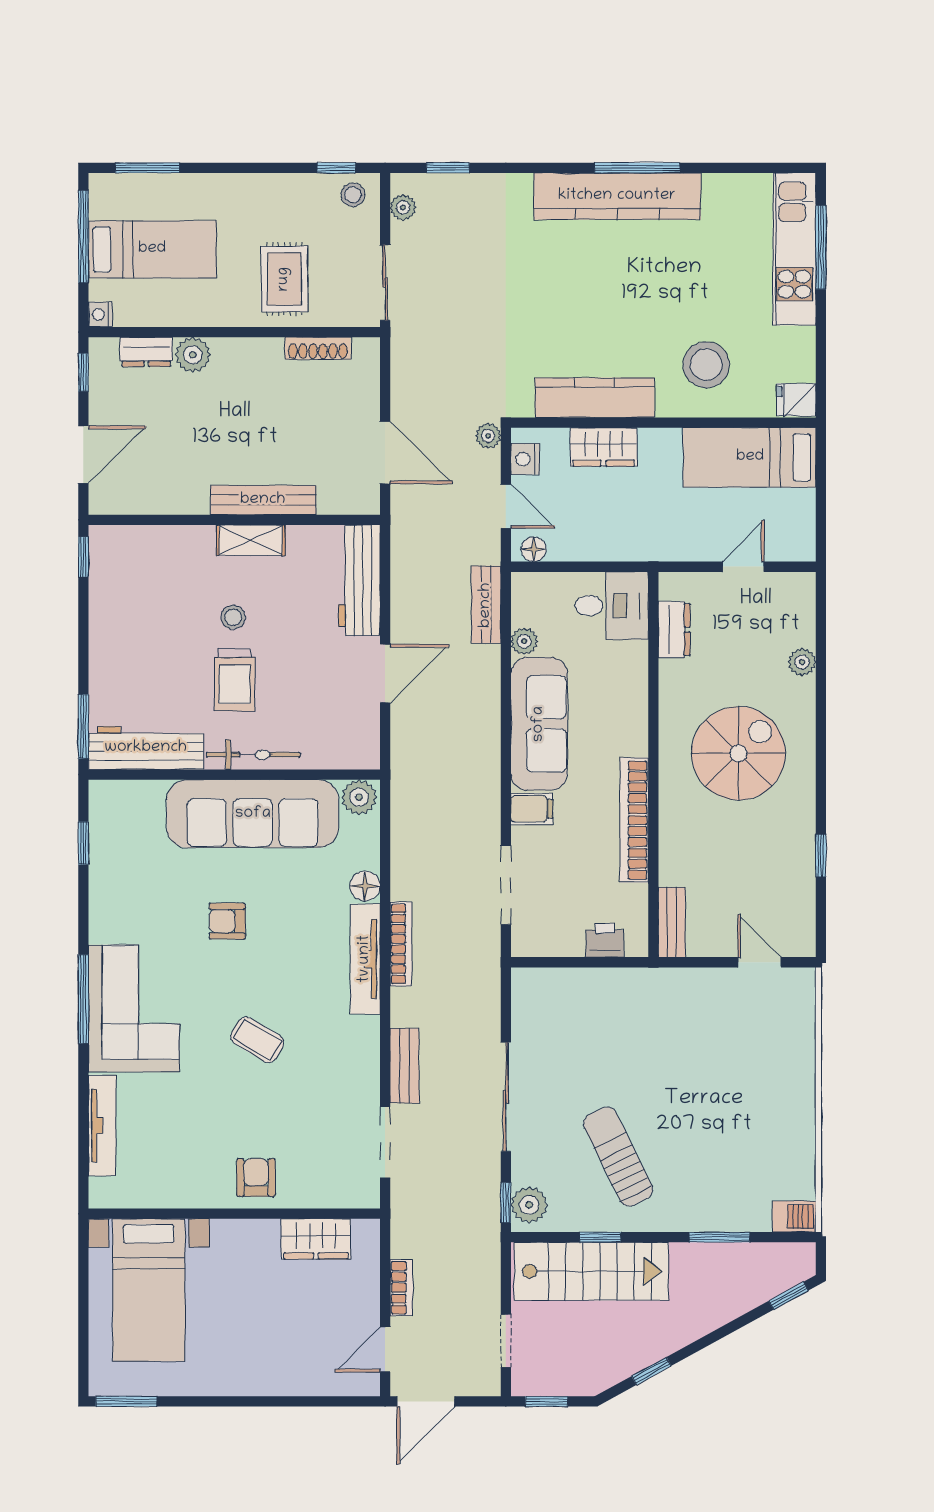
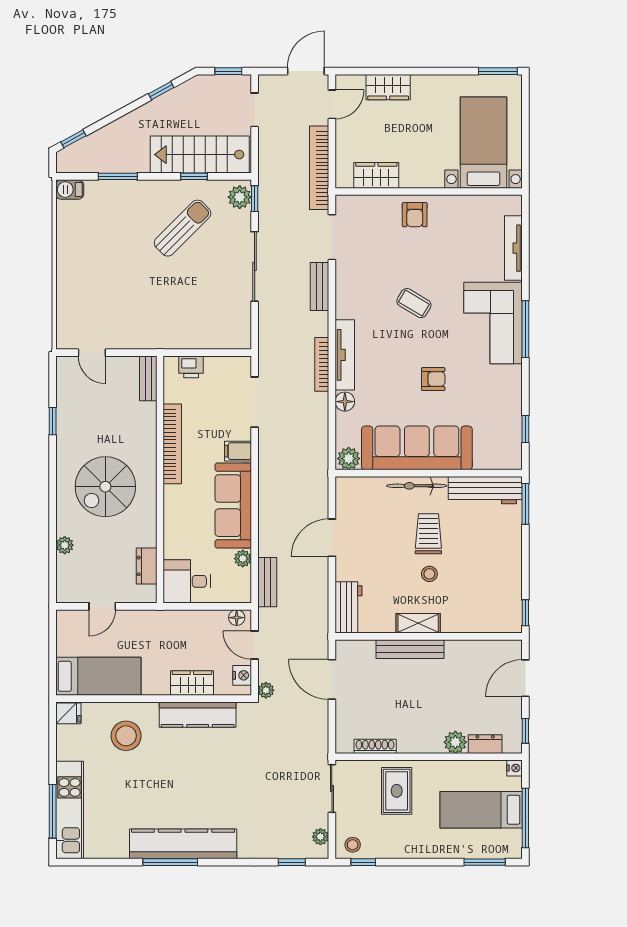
workbench: (359, 580) -> (349, 607), width x0.73
sun lounger: (618, 1157) -> (183, 228), turned -109
bookcase: (401, 1288) -> (319, 168), width x2.31, depth x1.31
wardrobe: (298, 1376) -> (388, 87), added

